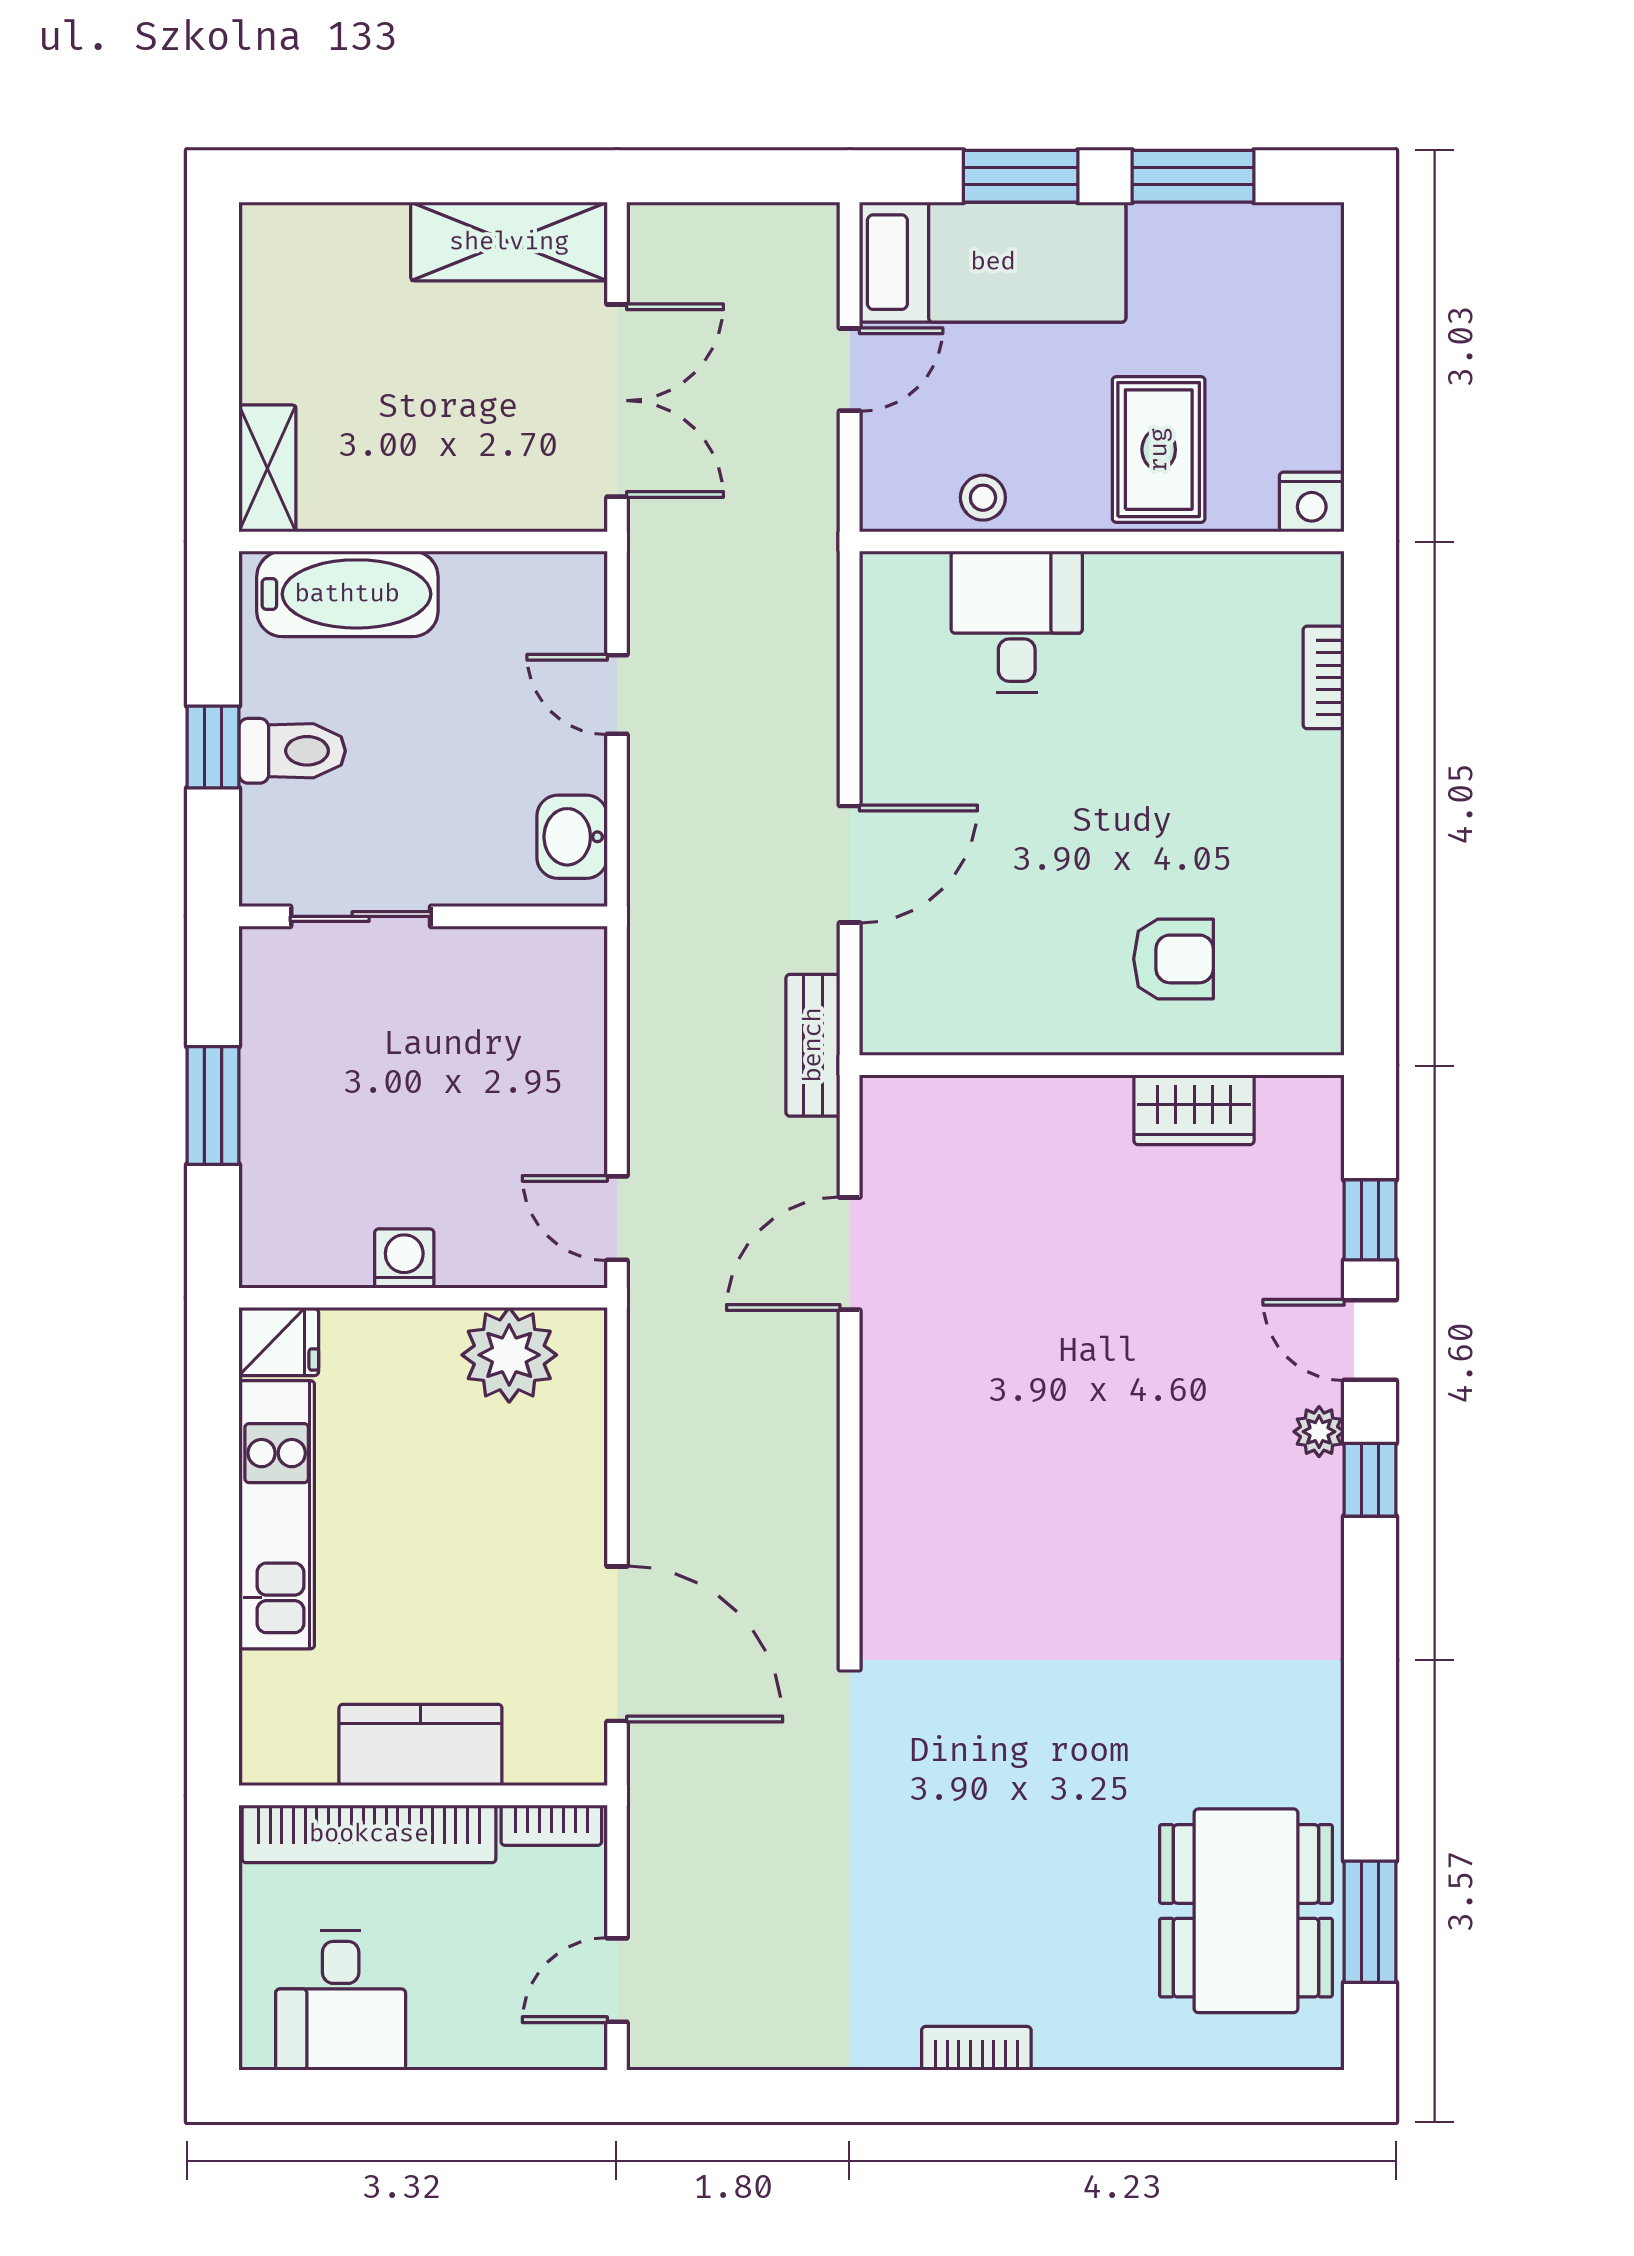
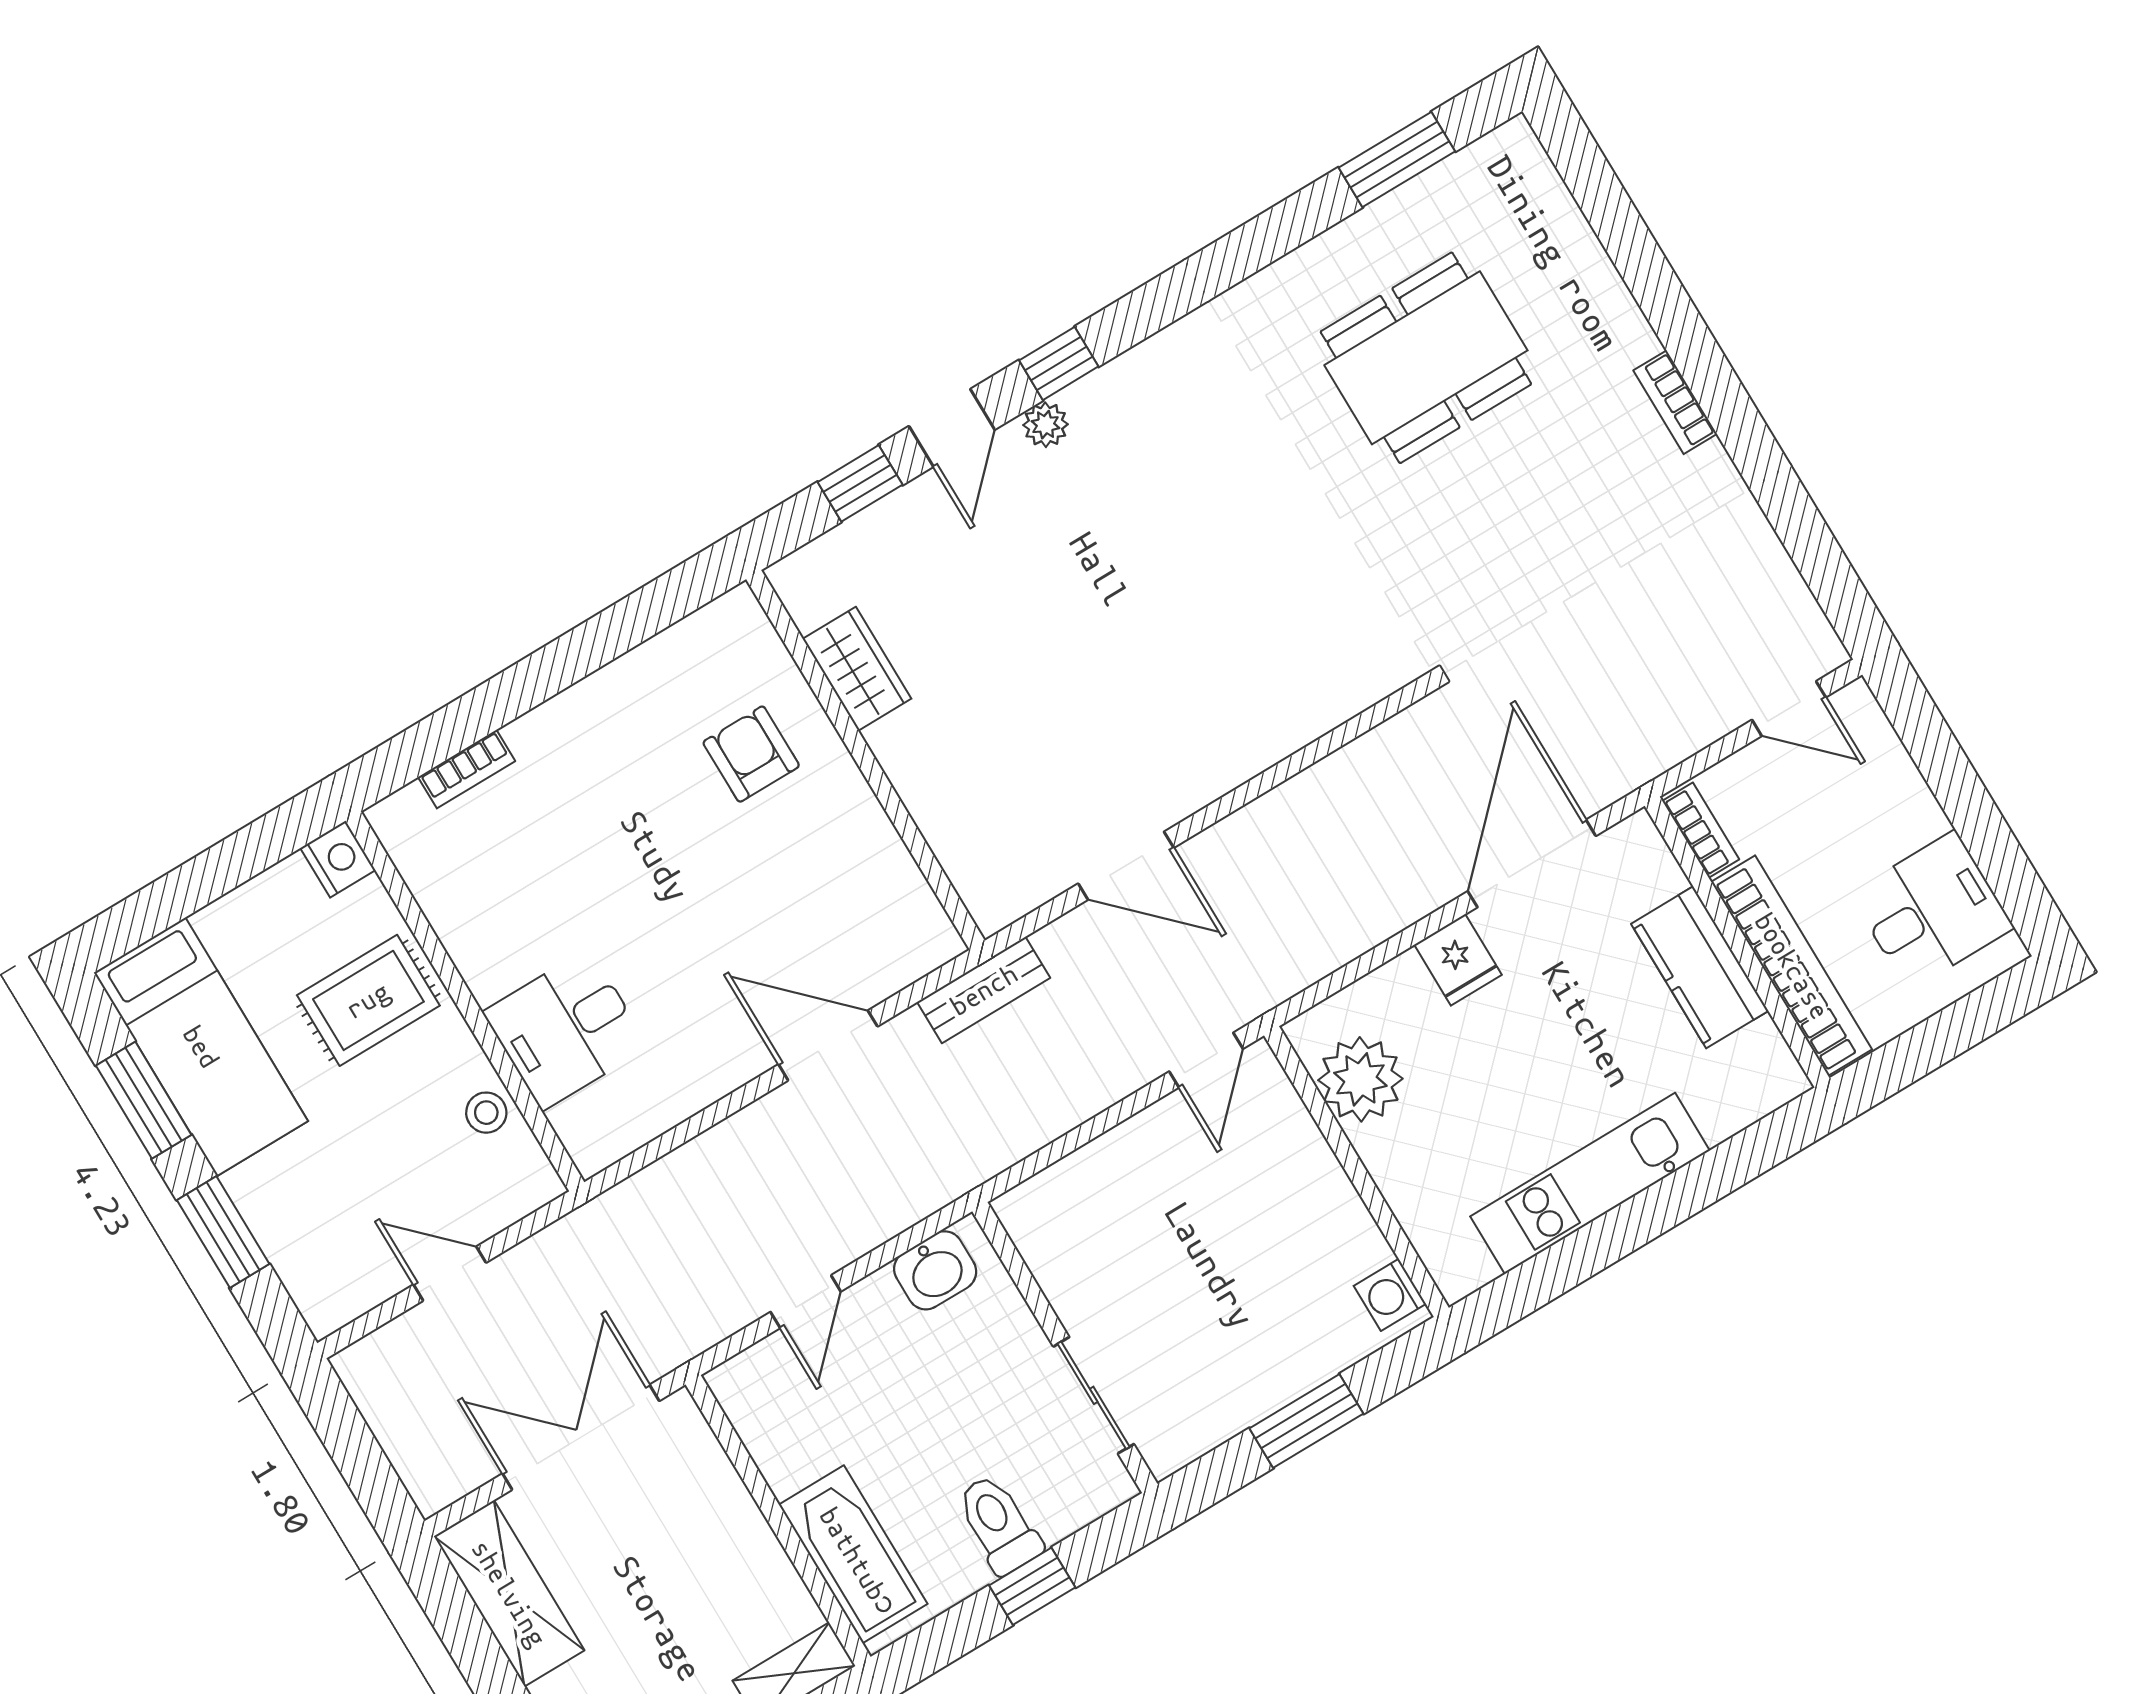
bed: (993, 262) -> (201, 1047), moved, turned 180
washing machine: (404, 1258) -> (1390, 1295), moved
fridge: (279, 1342) -> (1458, 960), moved, turned 180
dining table: (1246, 1911) -> (1426, 358), moved

